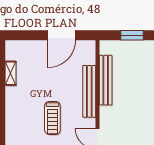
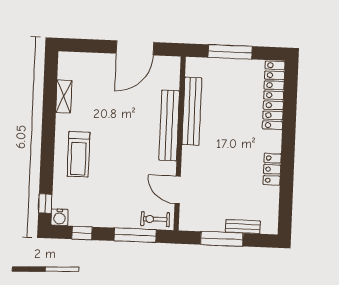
window: (132, 35) -> (230, 52), width x1.44
treadmill: (52, 118) -> (79, 154), moved

